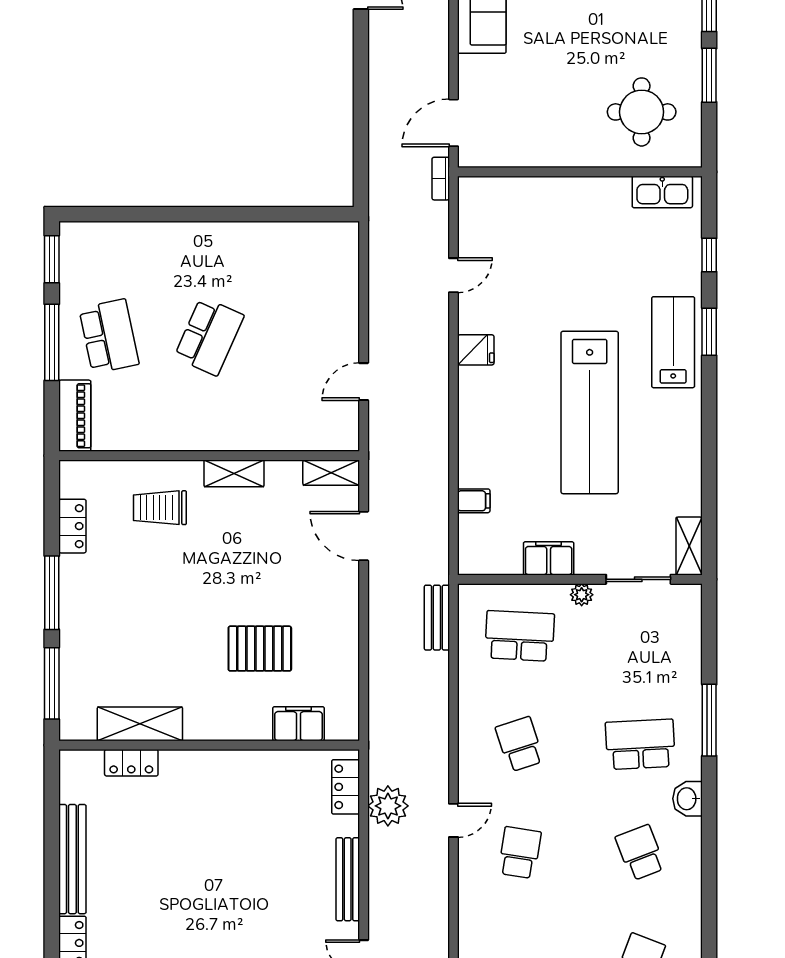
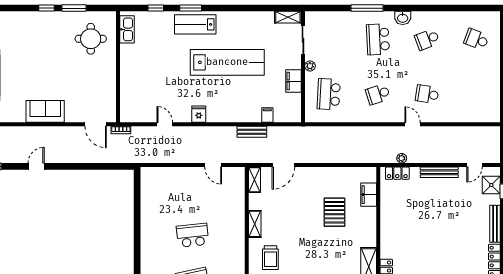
school desk: (209, 336) -> (193, 235), turned -30
bench: (437, 618) -> (252, 132), moved
plant: (388, 806) -> (402, 158), width x0.53, depth x0.53

